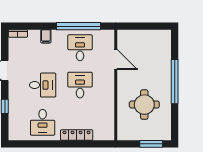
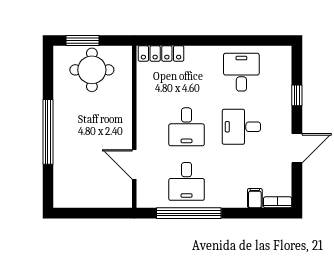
filing cabinet: (46, 36) -> (255, 198), moved
round table: (144, 105) -> (92, 70), moved
locker: (77, 135) -> (161, 53), moved

